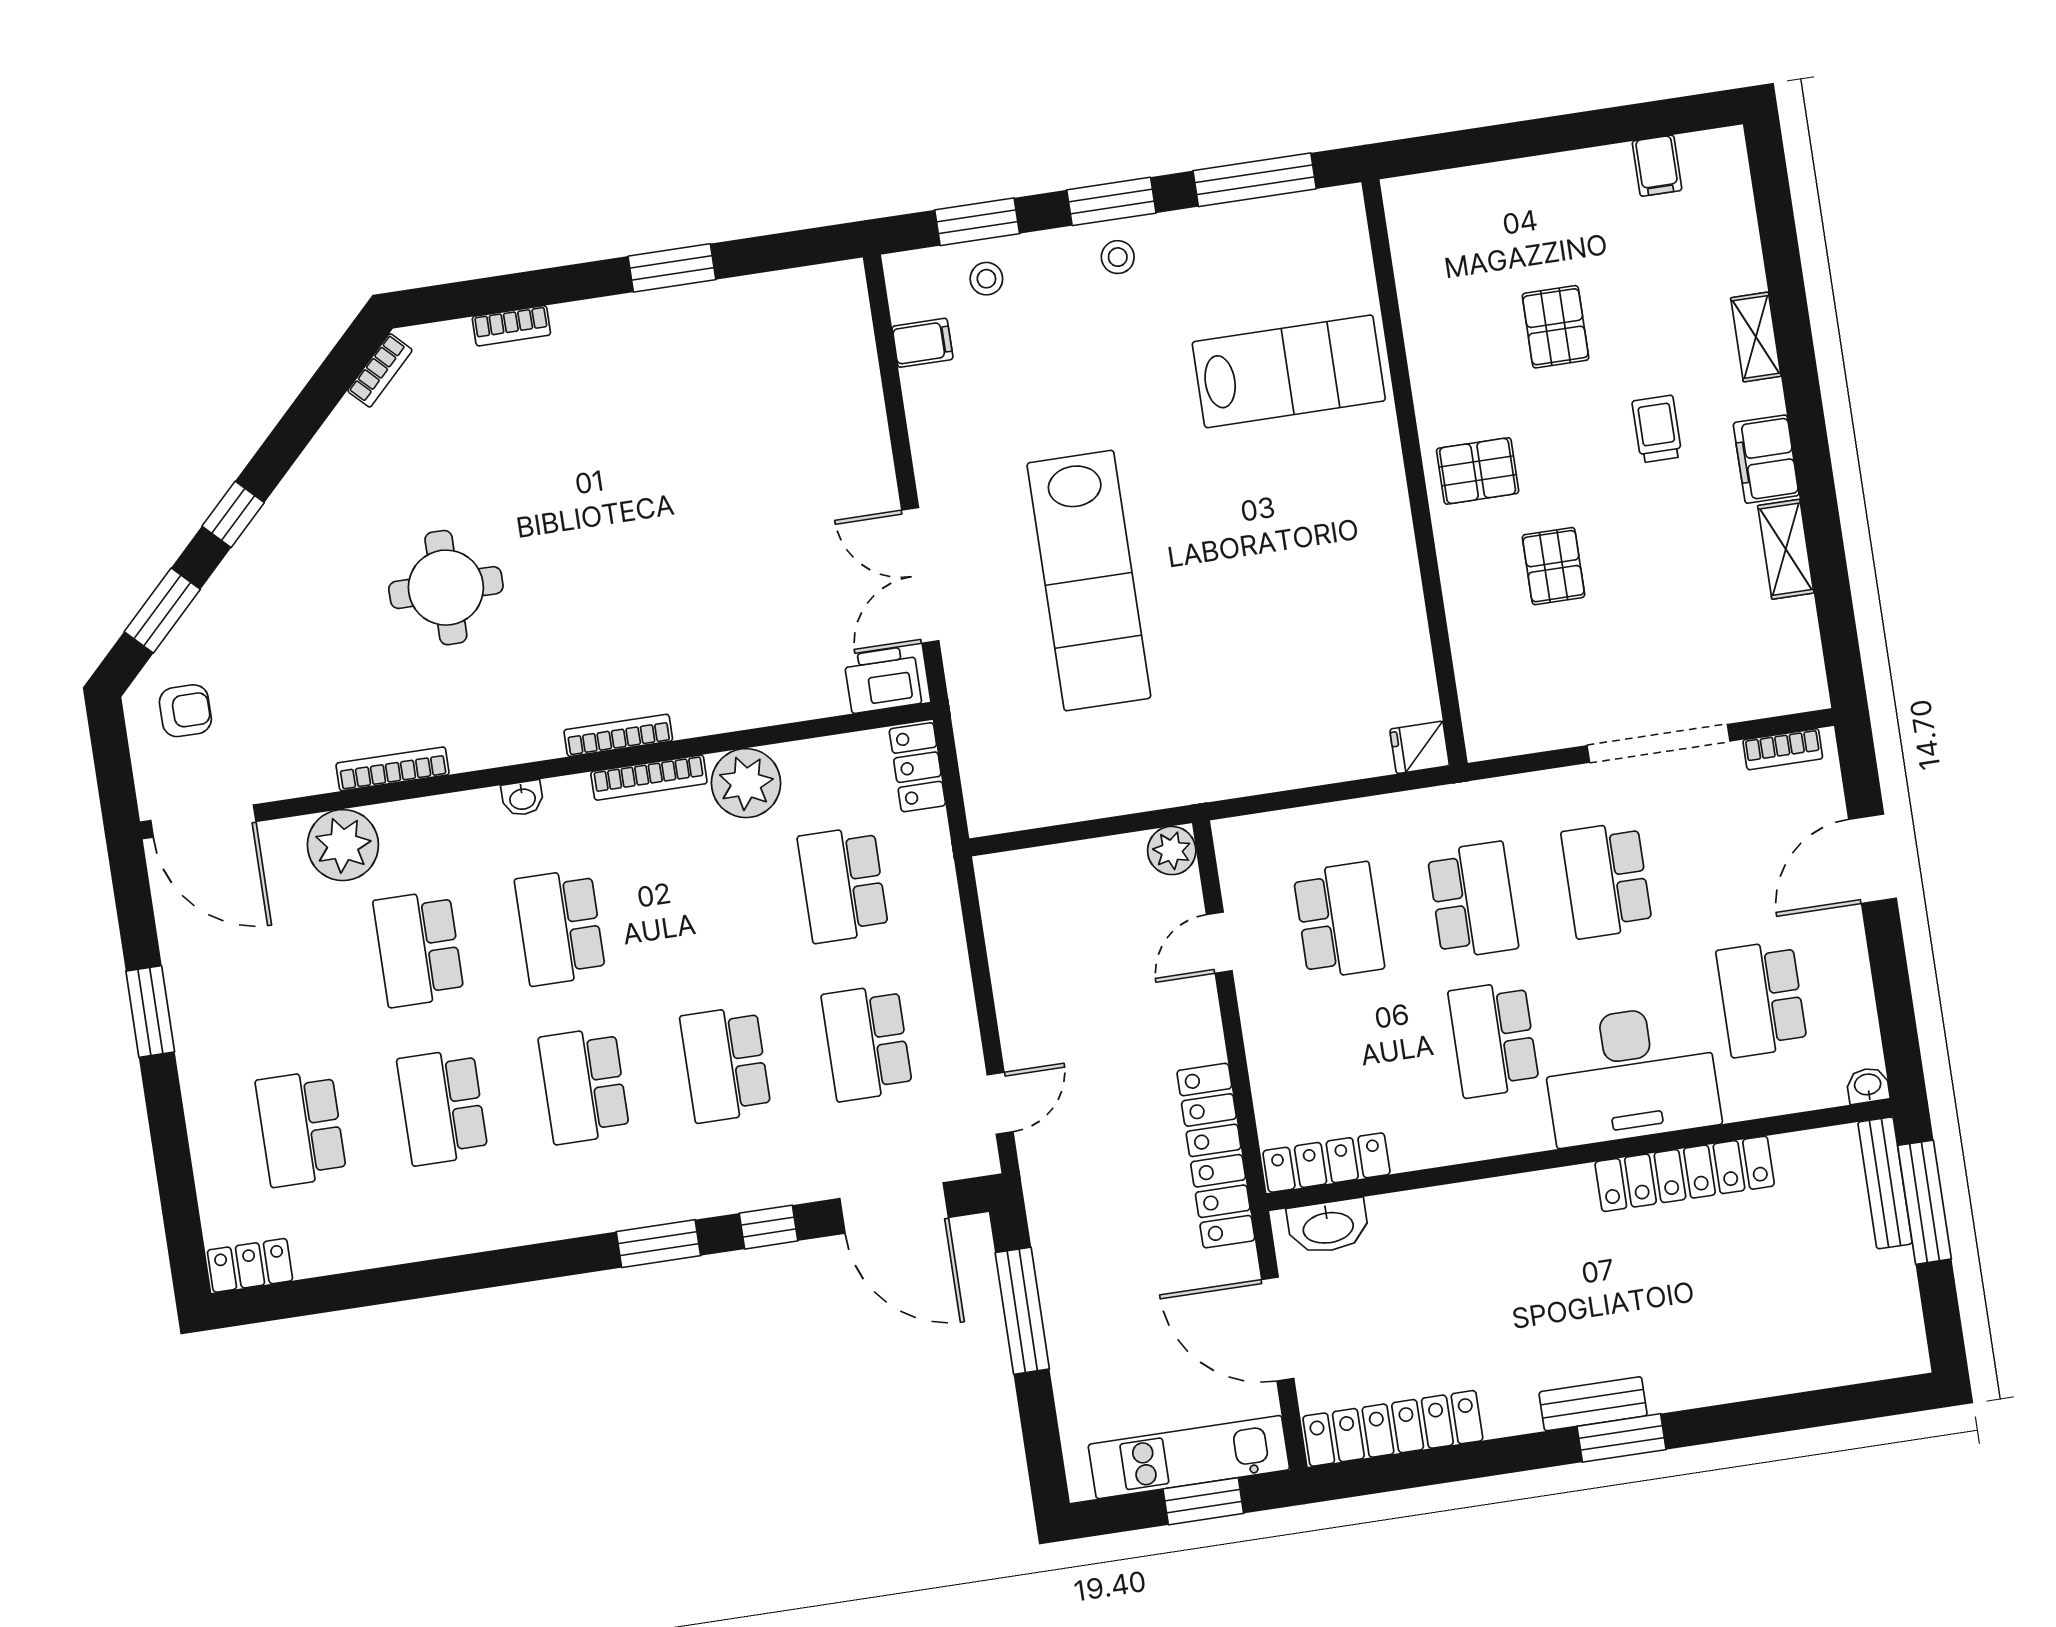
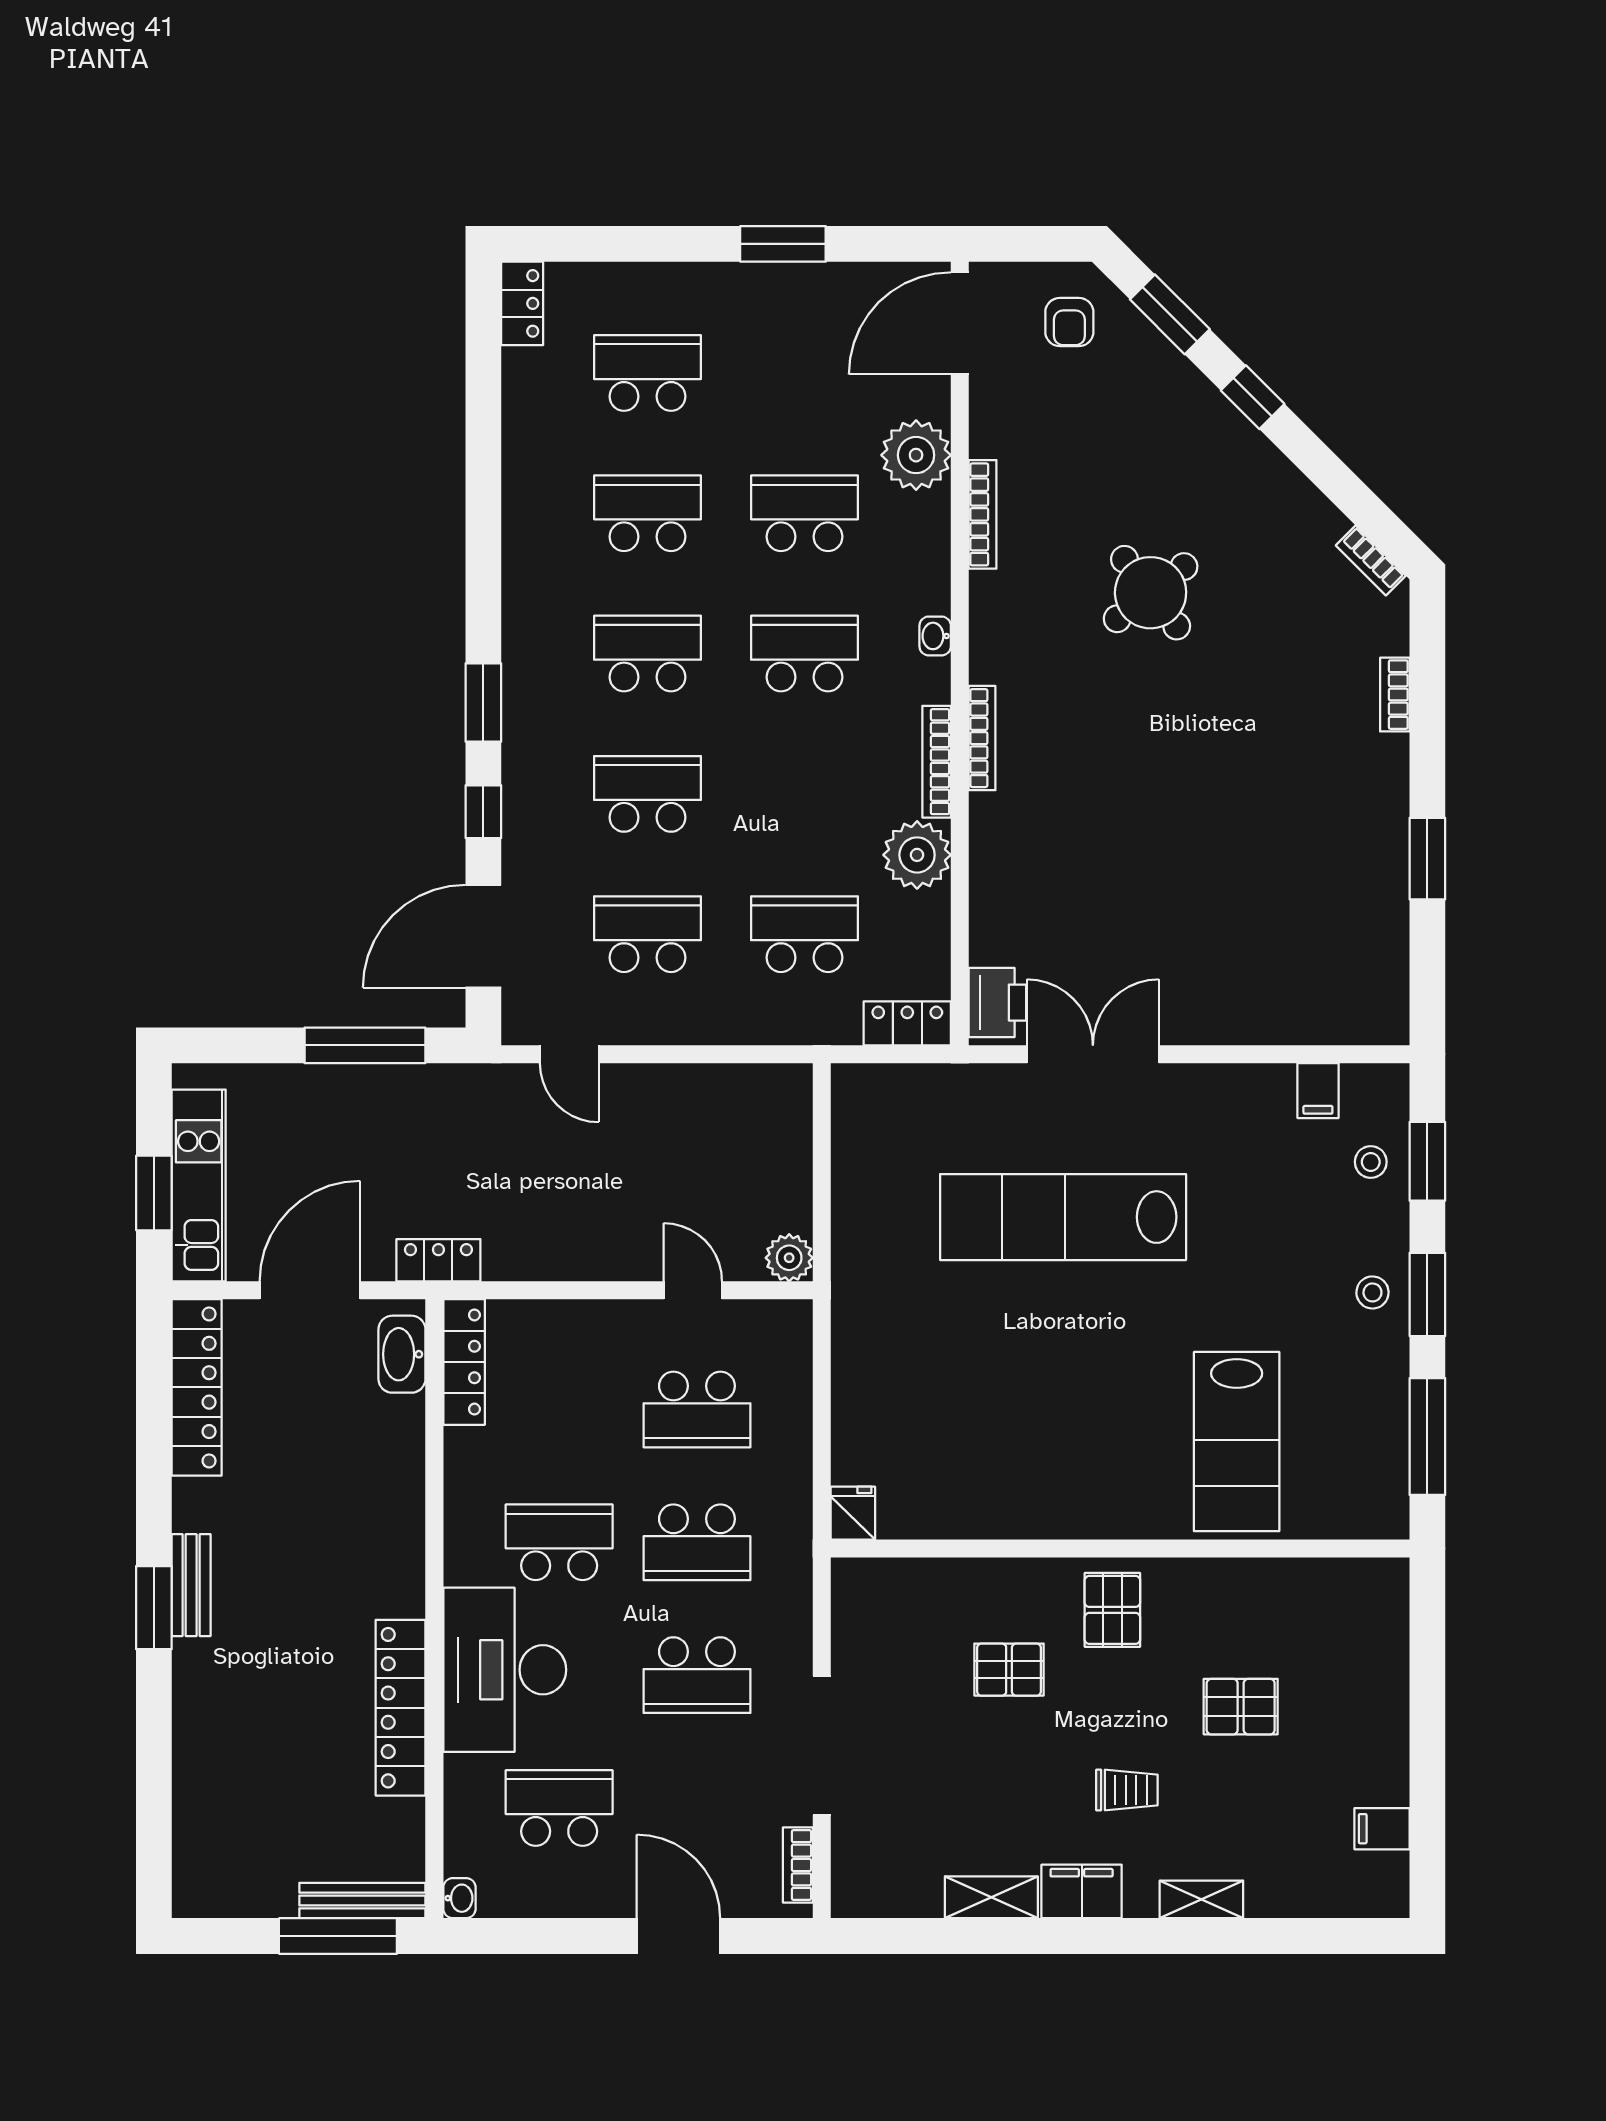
round table: (446, 588) -> (1151, 593), turned -38
school desk: (1607, 880) -> (697, 1675), turned 180
locker: (1216, 1156) -> (438, 1260), width x0.46, depth x0.83

